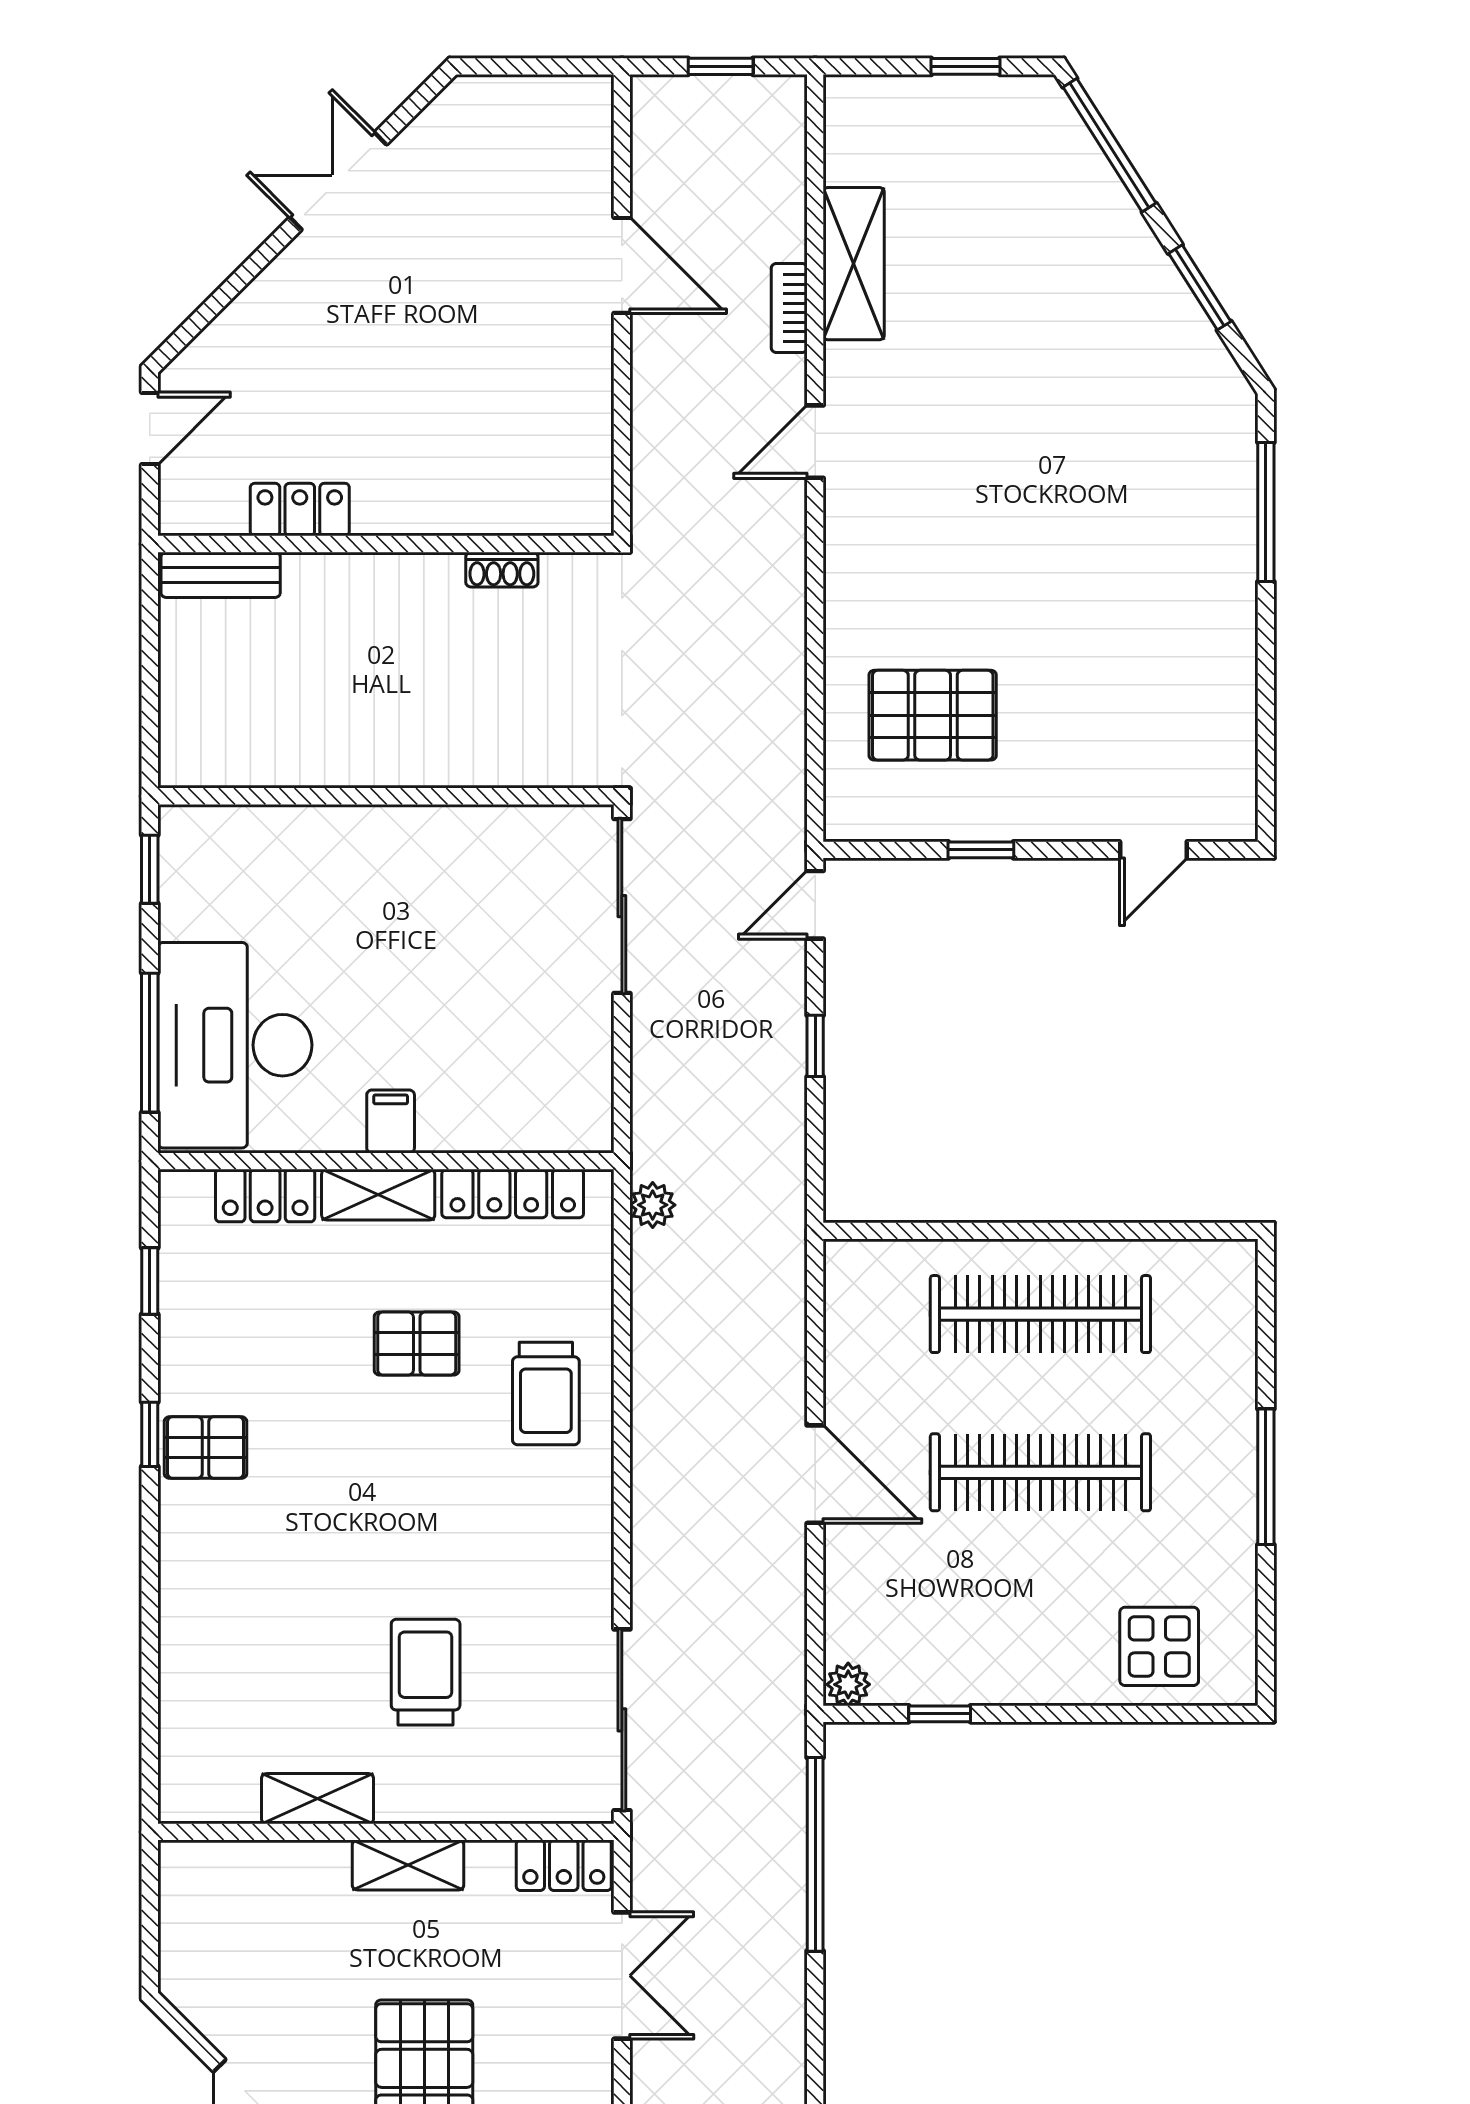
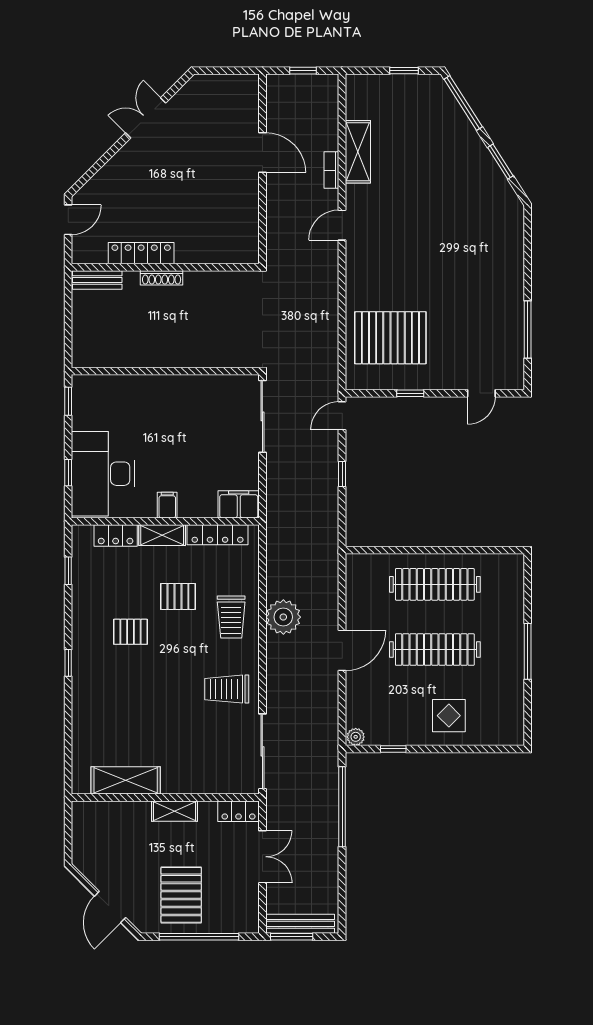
locker: (300, 510) -> (141, 253), width x1.53
window: (1266, 512) -> (528, 329), moved
shoe rack: (502, 570) -> (162, 278), moved, width x1.43
pallet: (933, 715) -> (390, 338), width x1.37, depth x1.41
window: (150, 1043) -> (68, 473), width x0.46
filing cabinet: (564, 1120) -> (239, 504), added
plant: (653, 1205) -> (283, 617), moved, width x1.88, depth x1.88
window: (150, 1434) -> (68, 663), moved
pallet: (206, 1448) -> (131, 632), moved
door: (815, 1474) -> (342, 650), hinge flipped
display table: (1159, 1646) -> (449, 716), moved
trolley: (426, 1672) -> (227, 689), moved, turned -90
shelving: (318, 1799) -> (126, 780), width x1.50, depth x1.33

